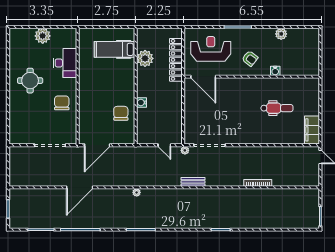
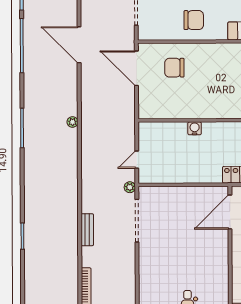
chair: (121, 113) -> (174, 68), moved, turned 180
bench: (193, 182) -> (87, 230), moved

